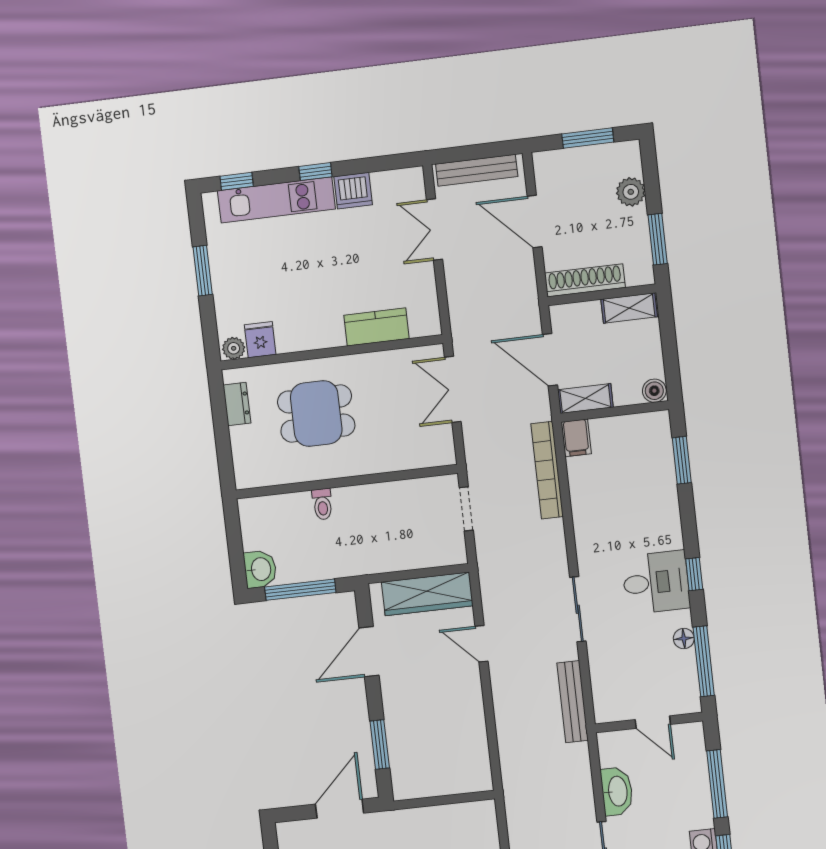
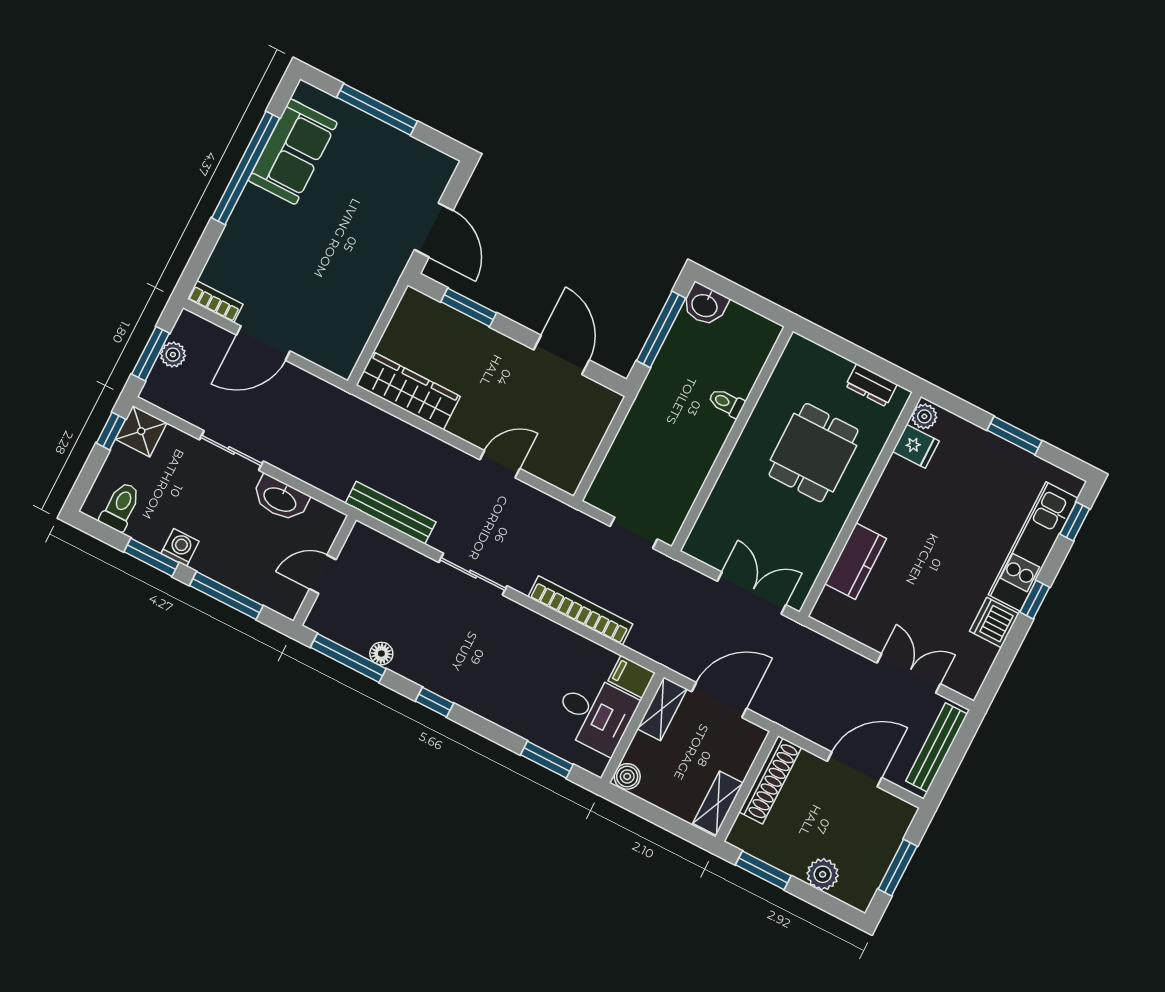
bookcase: (547, 470) -> (580, 610), moved
desk: (656, 582) -> (595, 714), moved, turned -90
wardrobe: (427, 594) -> (408, 391), moved, turned 90

